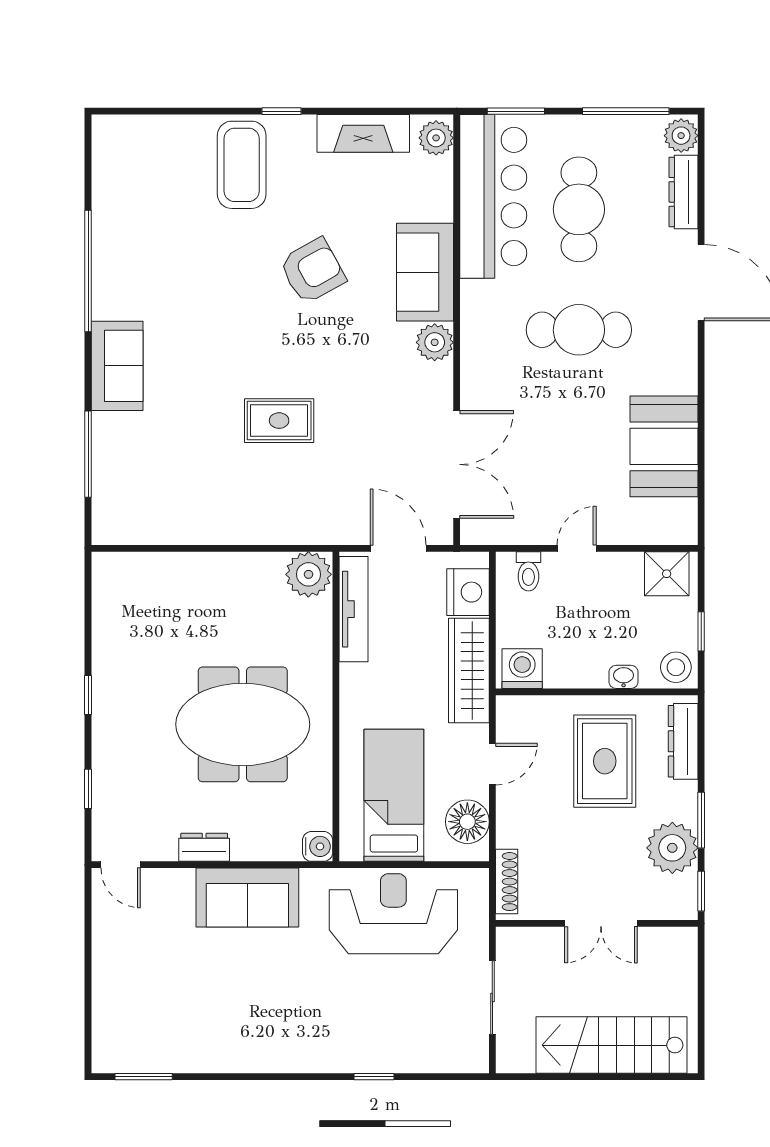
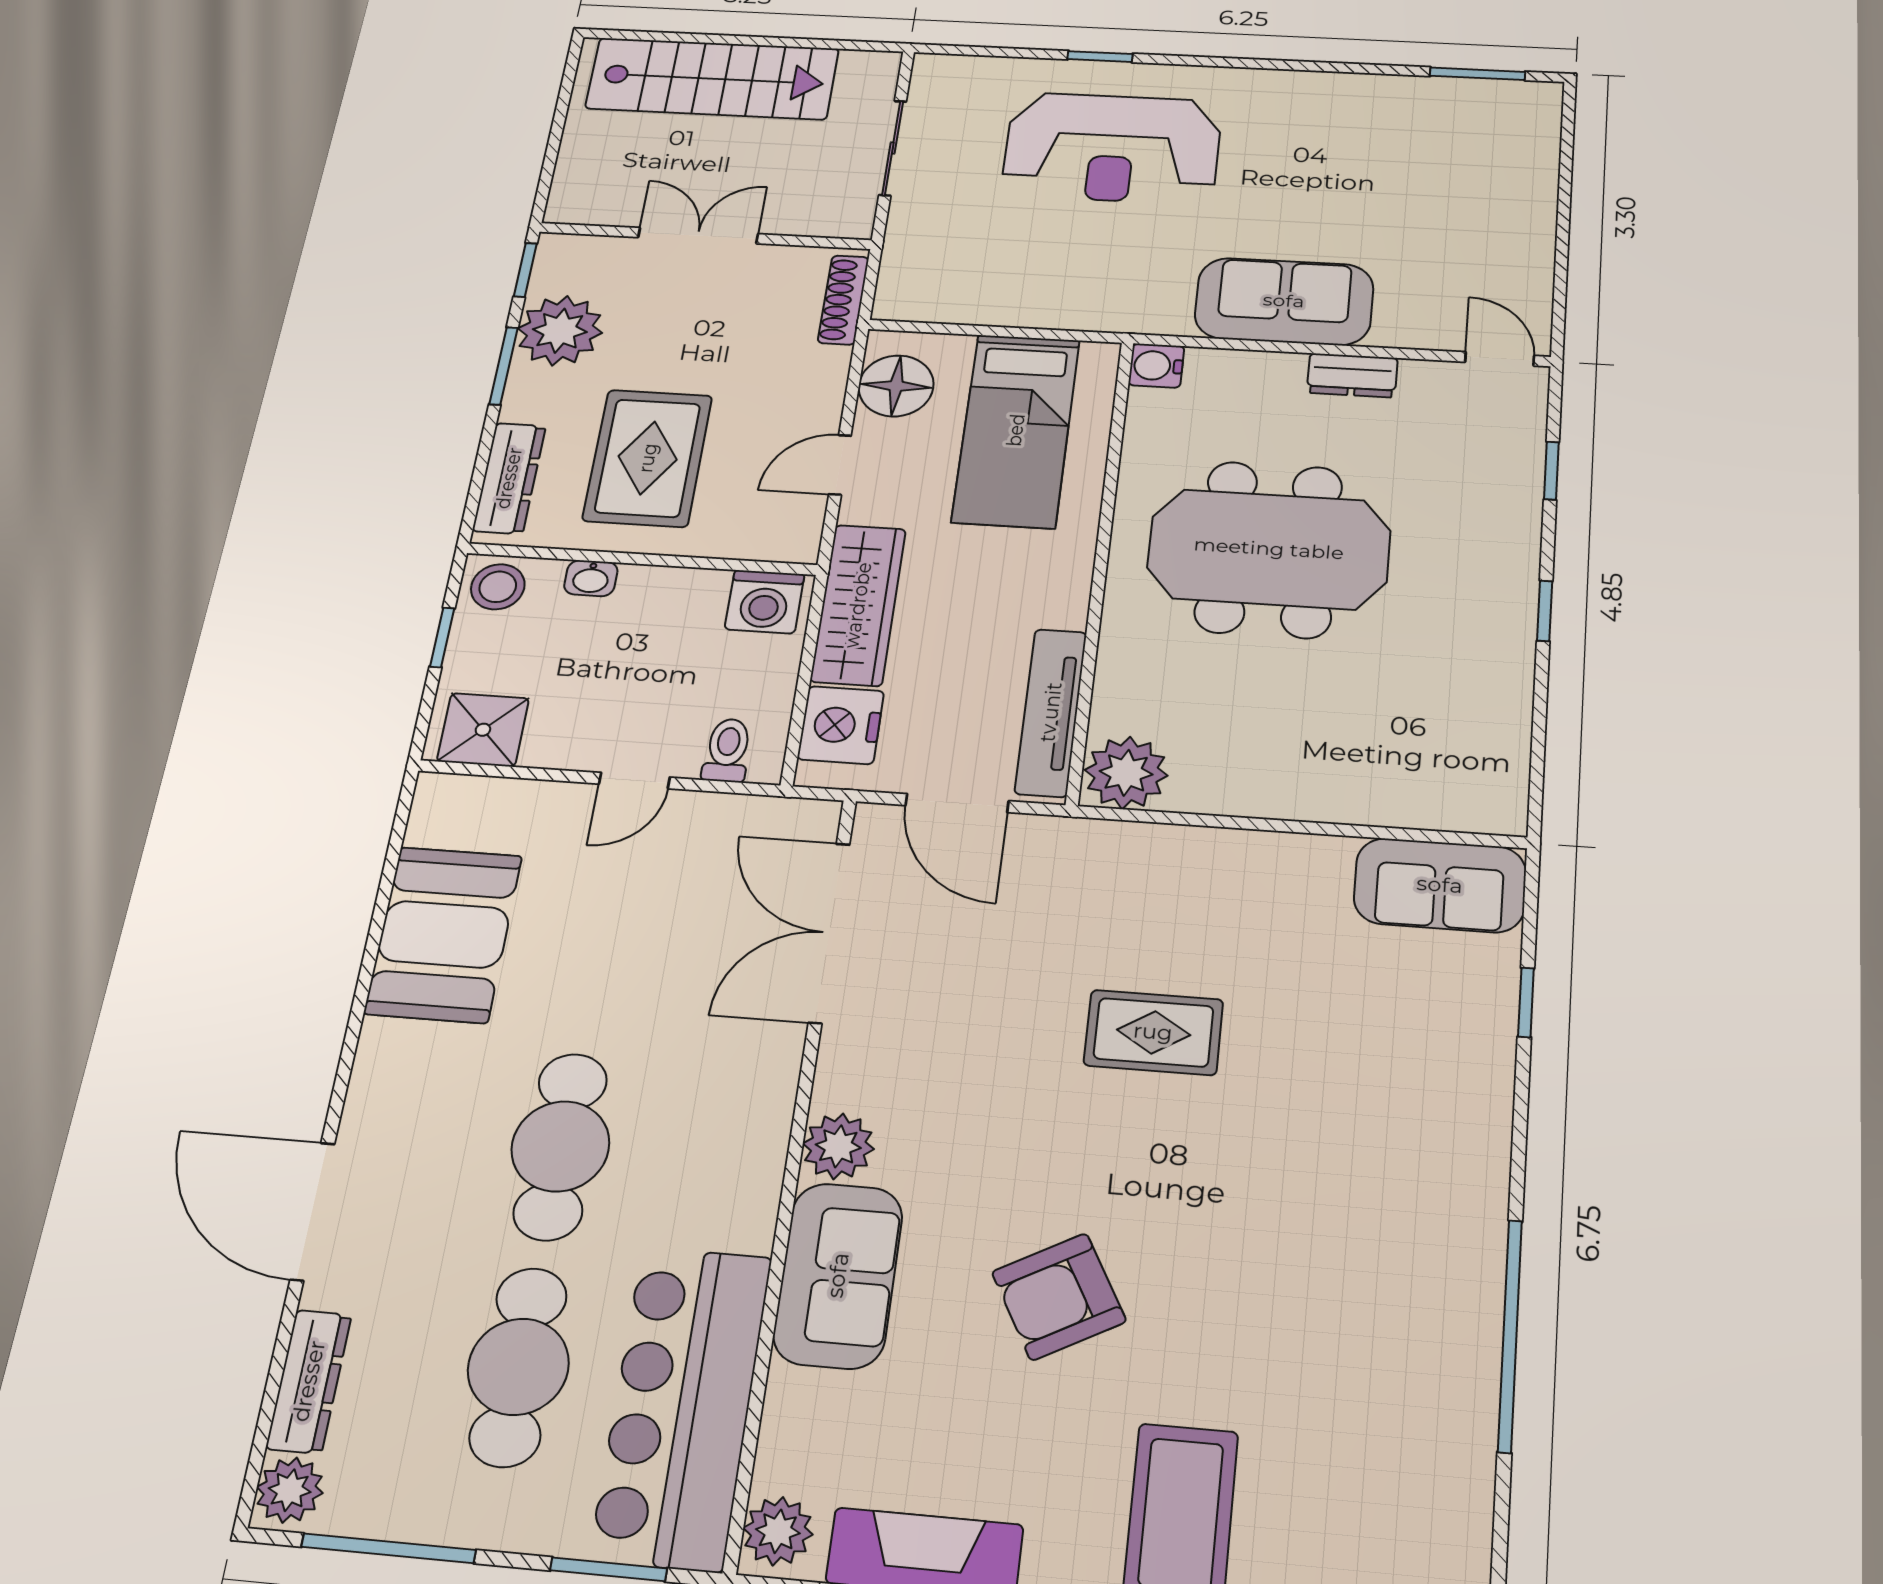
cafe table: (579, 330) -> (560, 1146), turned 90
sofa: (117, 366) -> (1440, 885), moved, turned -90
window: (88, 454) -> (1526, 1002), width x0.46
reception desk: (393, 914) -> (1112, 148), moved

